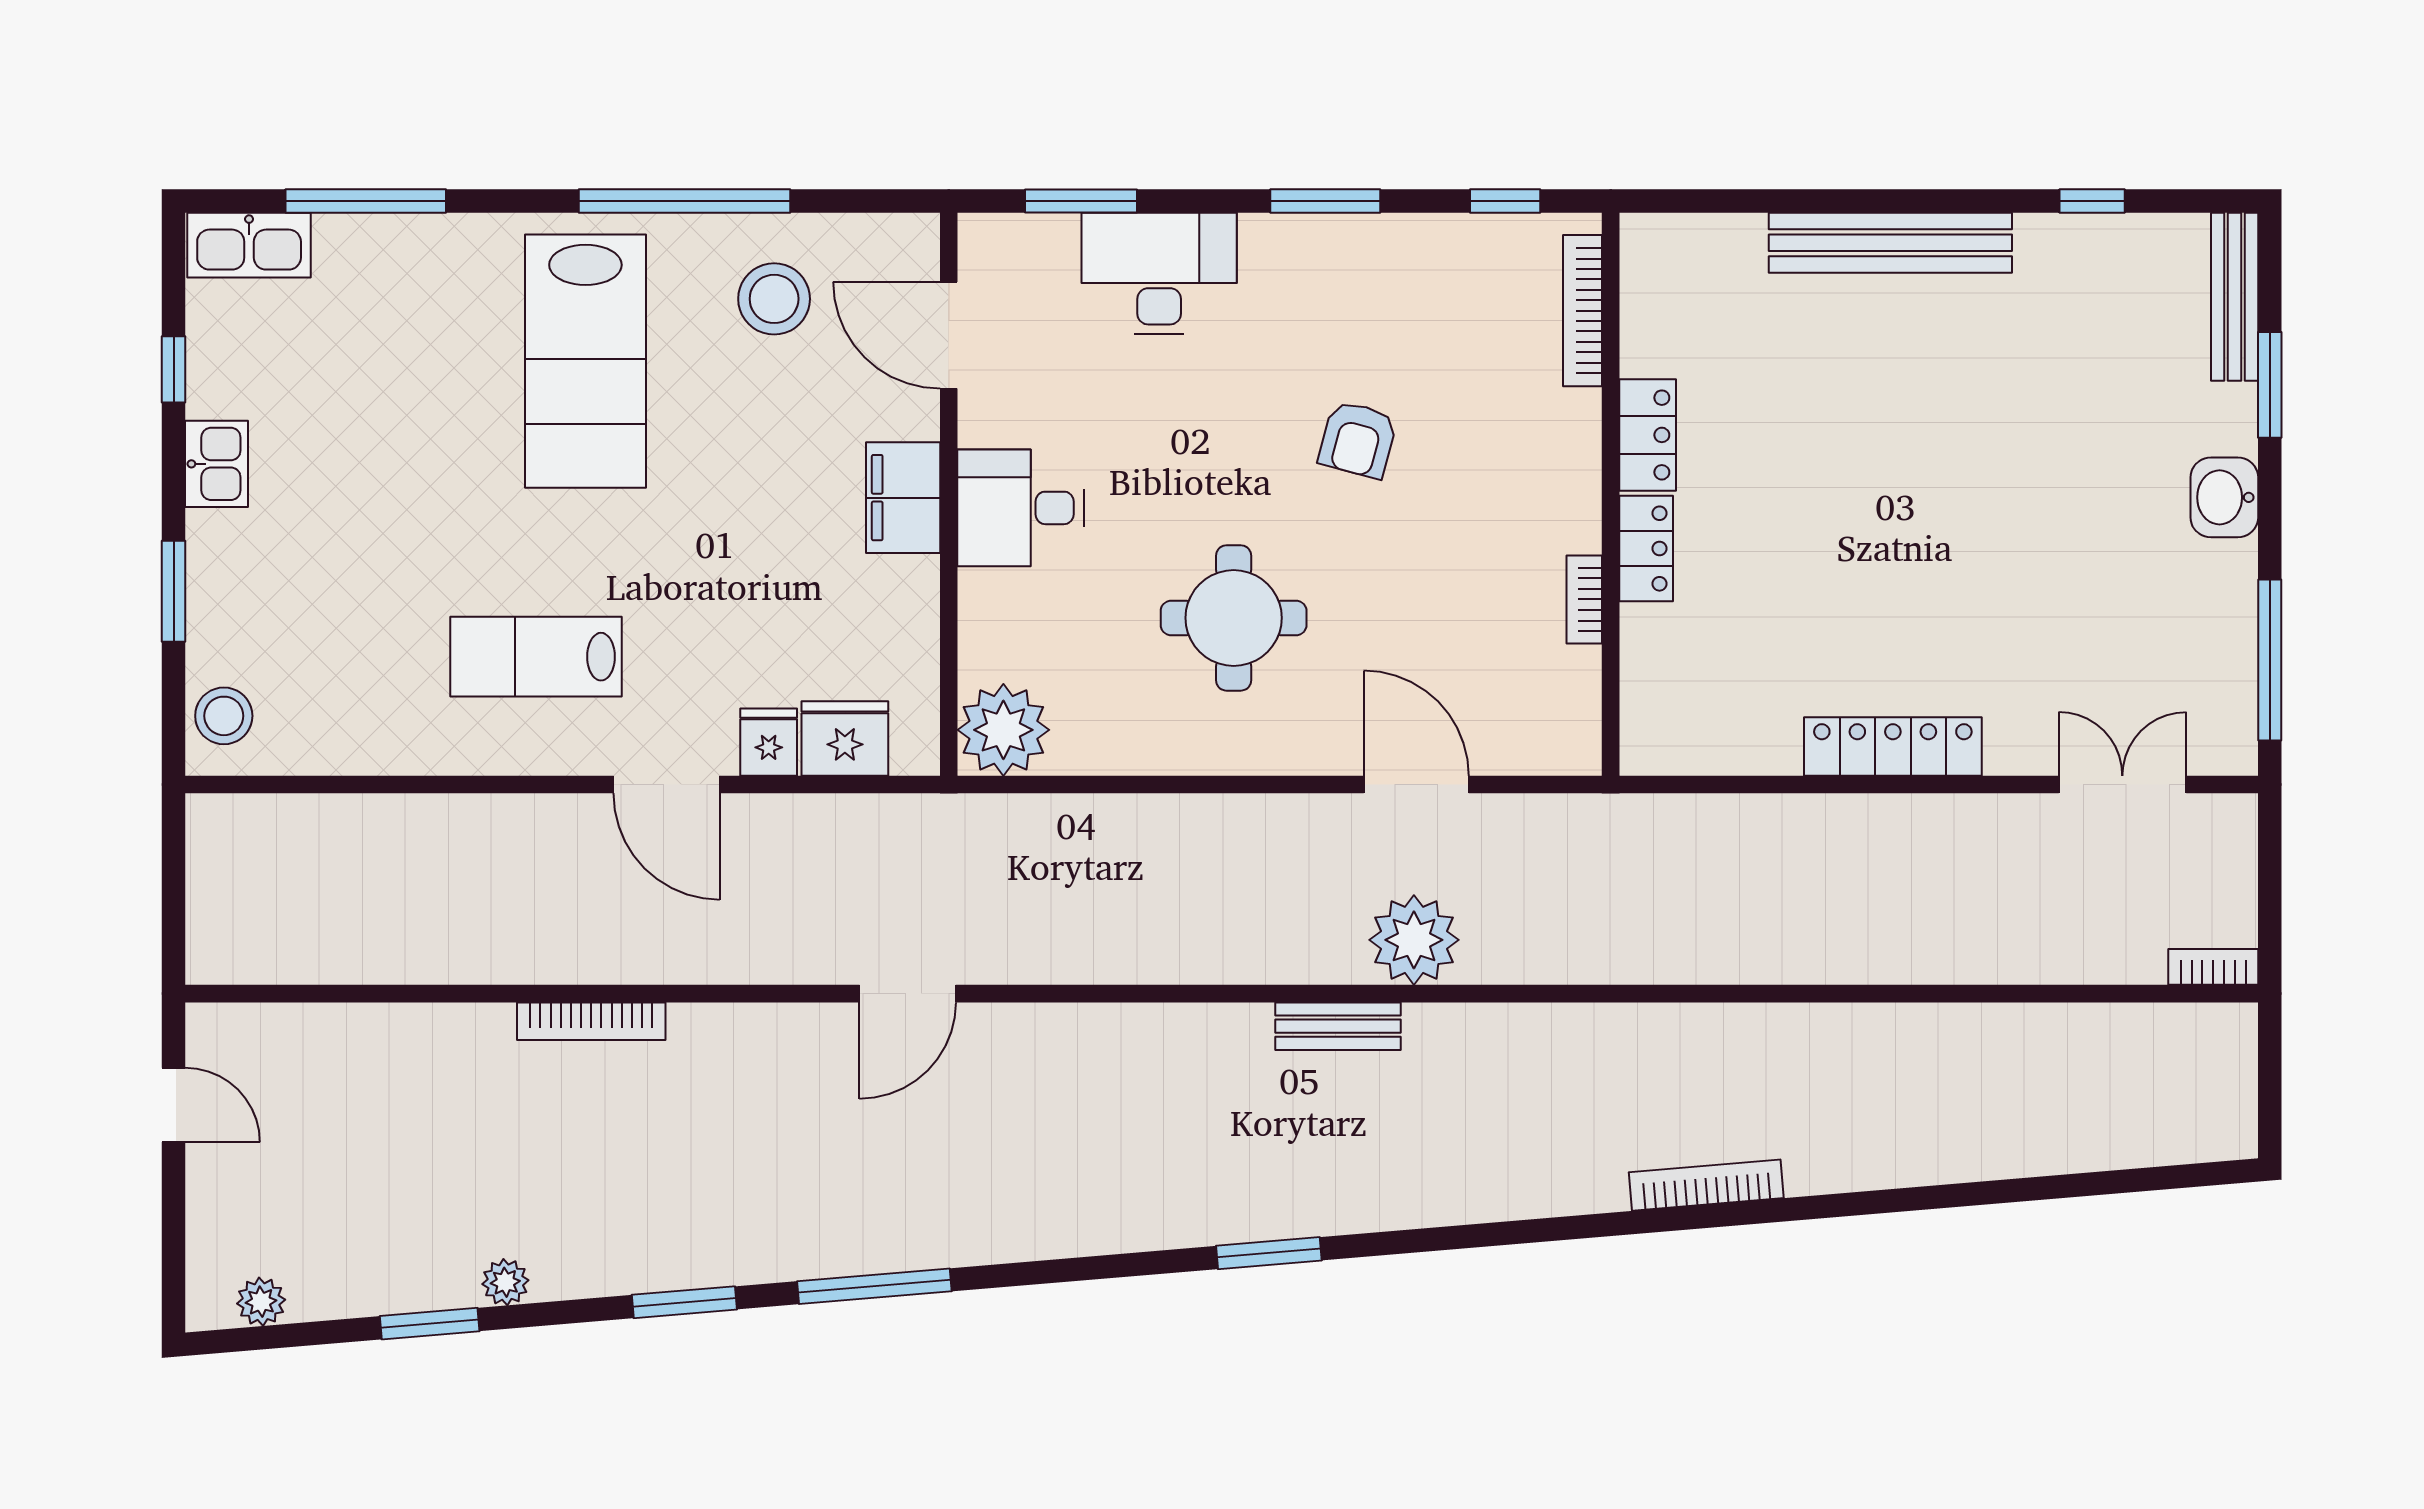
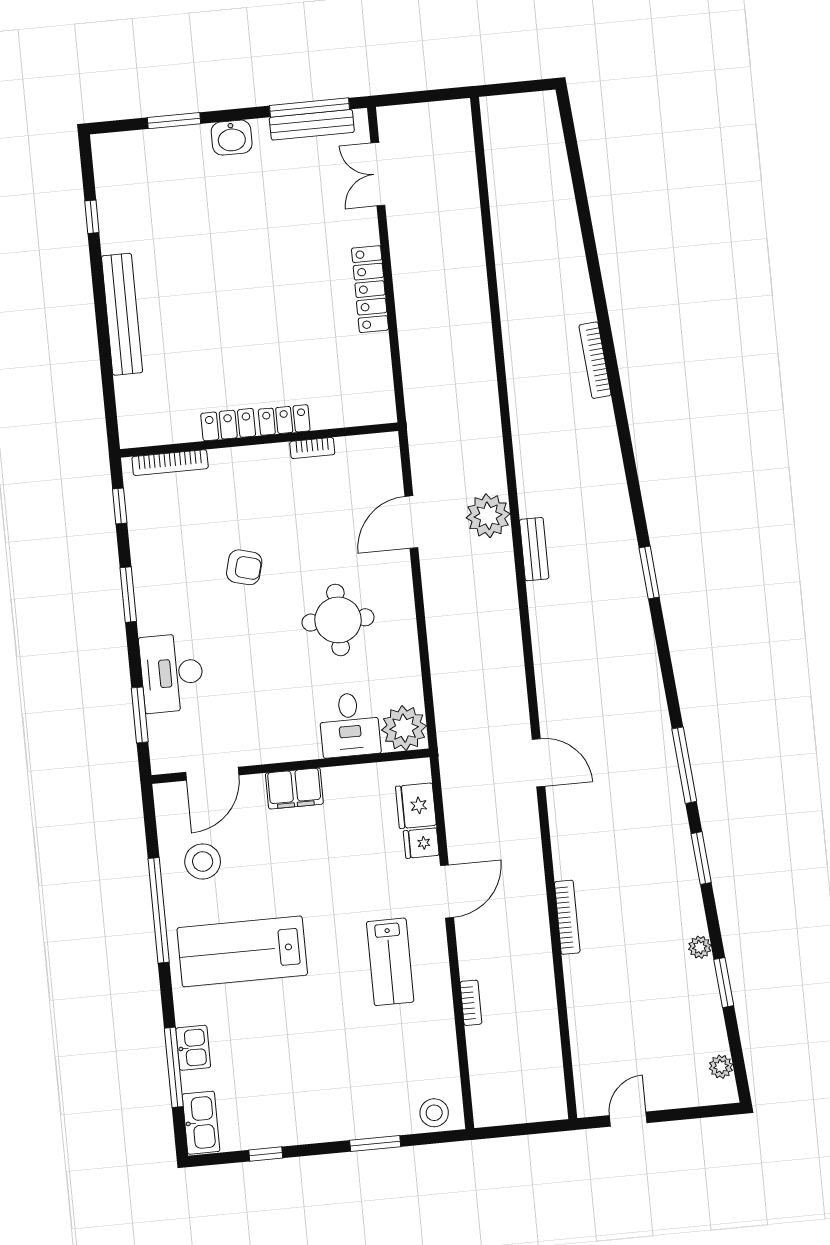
bench: (2235, 297) -> (312, 125), moved
lab bench: (585, 361) -> (242, 951), turned 180
kitchen sink: (217, 464) -> (193, 1048), moved, turned 90
desk: (1021, 508) -> (349, 725), moved
bookcase: (2213, 967) -> (471, 1003), moved, turned 180

